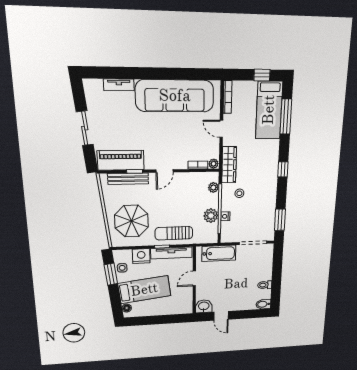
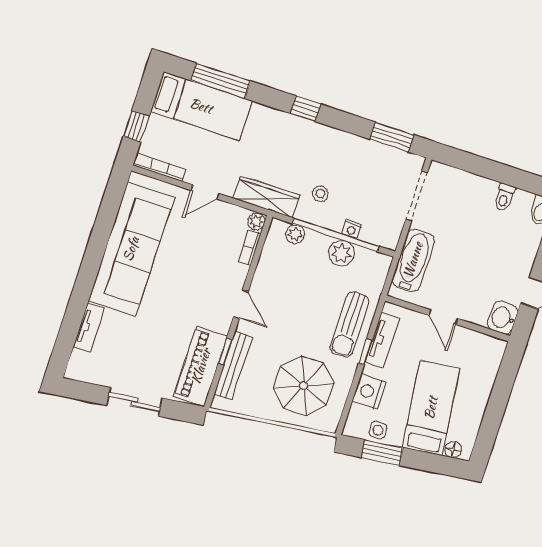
window: (262, 75) -> (136, 126), moved
tv unit: (171, 253) -> (382, 340), width x0.71

